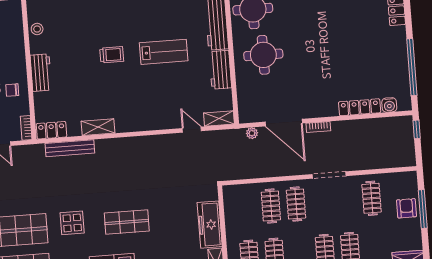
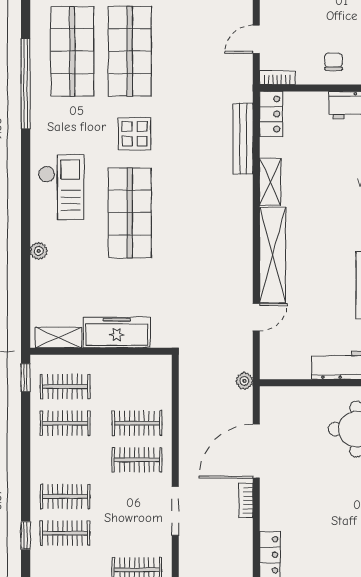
shelving: (219, 118) -> (273, 255), moved, width x2.20, depth x1.33
plant: (252, 133) -> (244, 381), moved
shop shelf: (127, 222) -> (130, 213), width x1.43, depth x1.36

